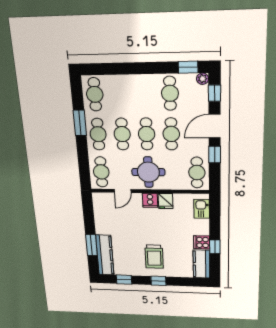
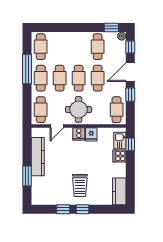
window: (80, 123) -> (27, 69), width x1.44
cooker: (202, 242) -> (120, 156), moved
window: (215, 247) -> (130, 144), moved
kitchen counter: (105, 255) -> (38, 157), moved
window: (124, 280) -> (63, 209), moved

